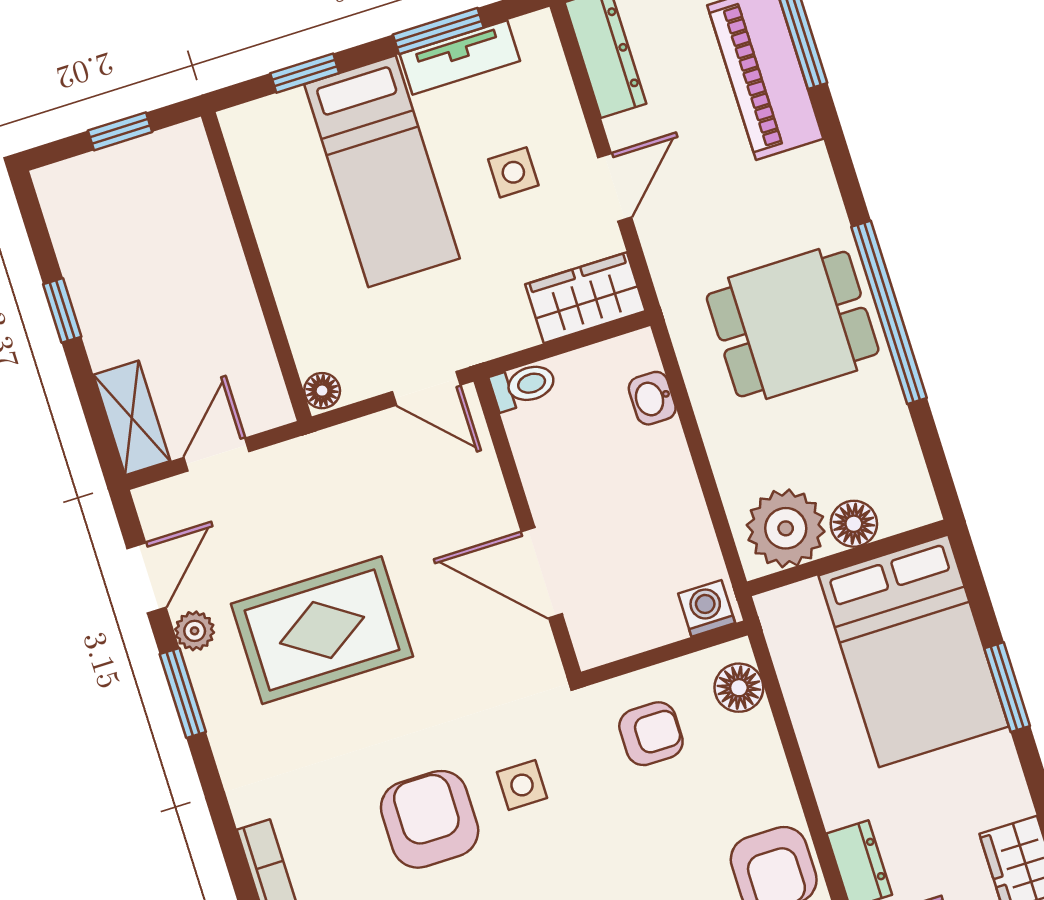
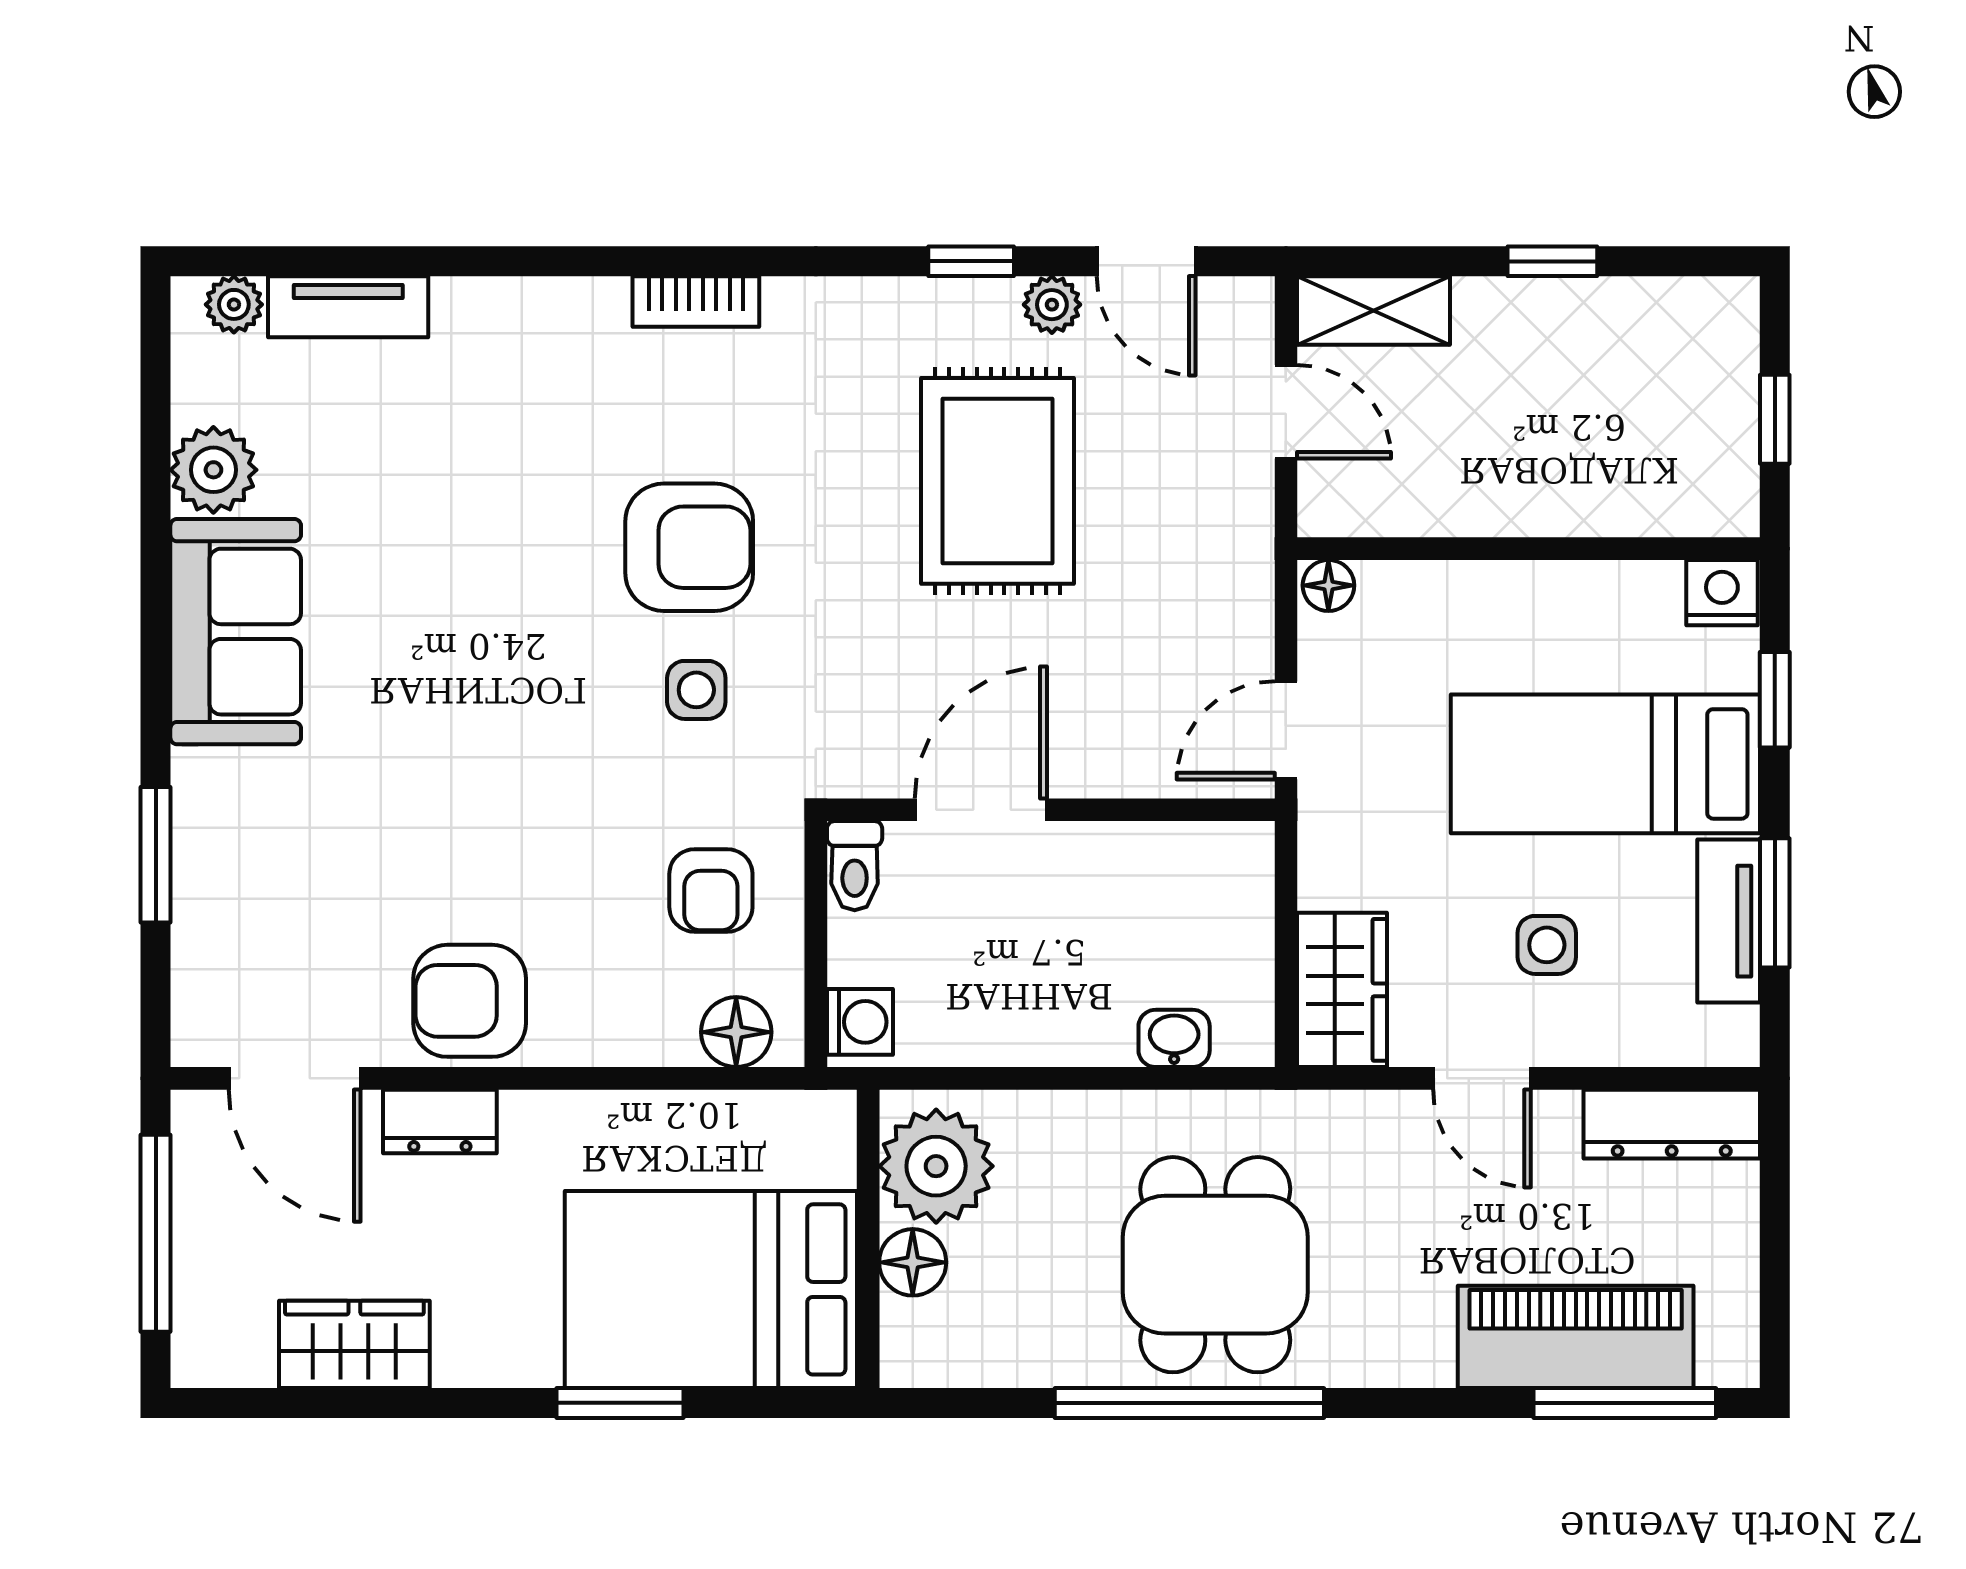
nightstand: (245, 130) -> (1722, 593), added
toilet: (523, 386) -> (855, 866), moved
window: (183, 693) -> (971, 261), width x0.67

